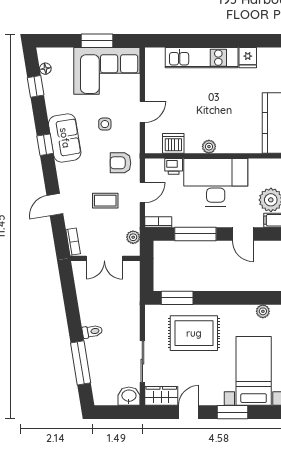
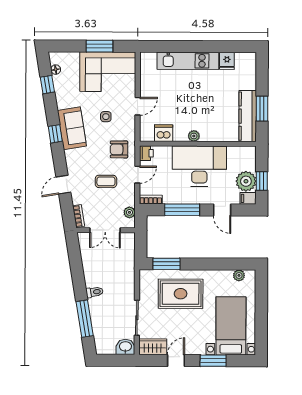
printer: (174, 166) -> (146, 153), moved, turned -90

